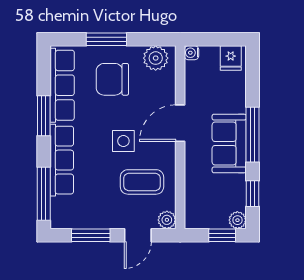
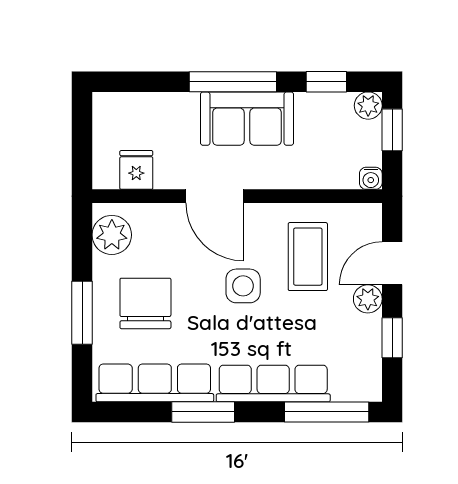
water cooler: (191, 53) -> (371, 178), moved
fridge: (231, 58) -> (136, 170), moved, turned -90
chair: (112, 79) -> (145, 303), turned 180
plant: (167, 220) -> (368, 299), moved
window: (91, 235) -> (392, 338), width x0.67
door: (138, 235) -> (392, 263), swing flipped

